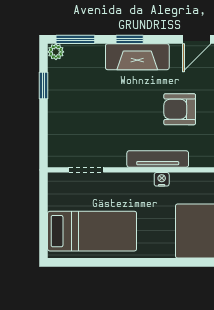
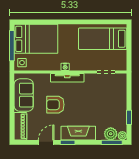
window: (130, 39) -> (68, 142), moved
plant: (77, 55) -> (111, 134), added
armchair: (180, 109) -> (55, 105), turned 180

